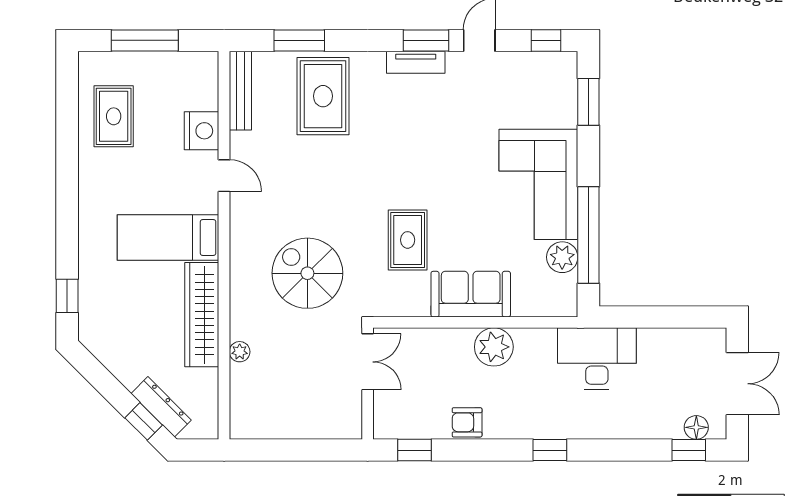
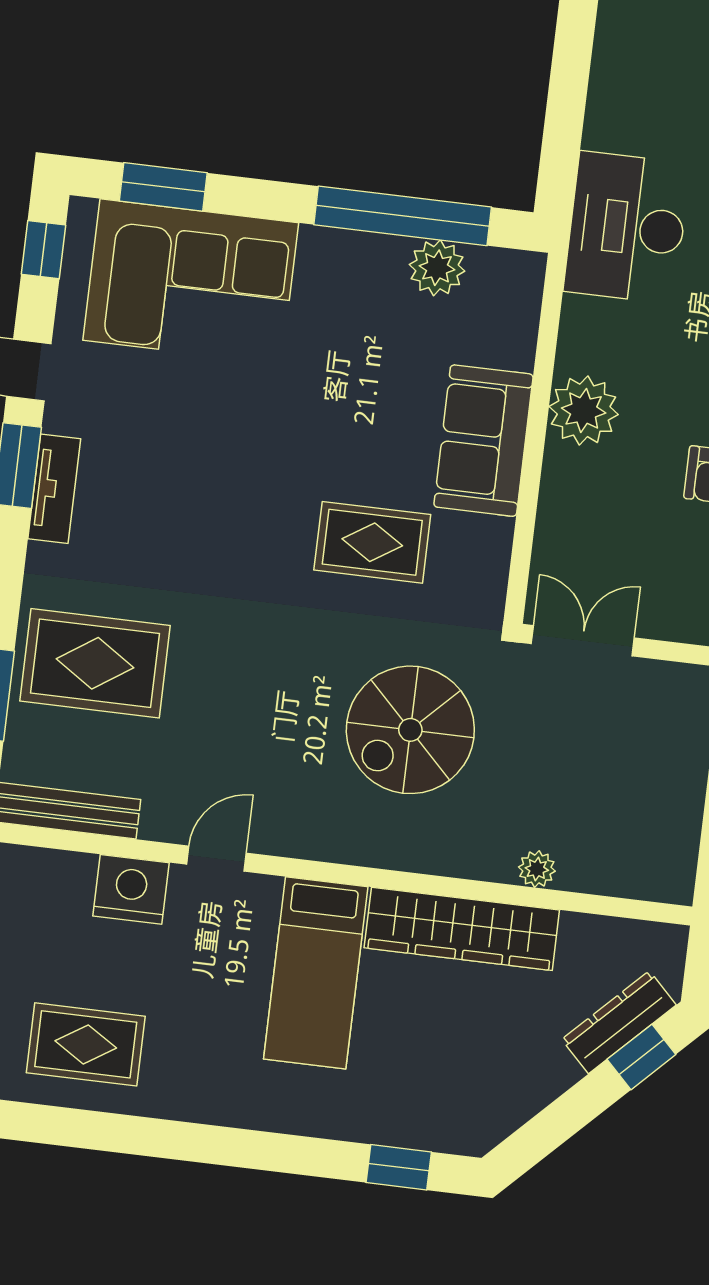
corner sofa: (538, 184) -> (191, 282), moved

